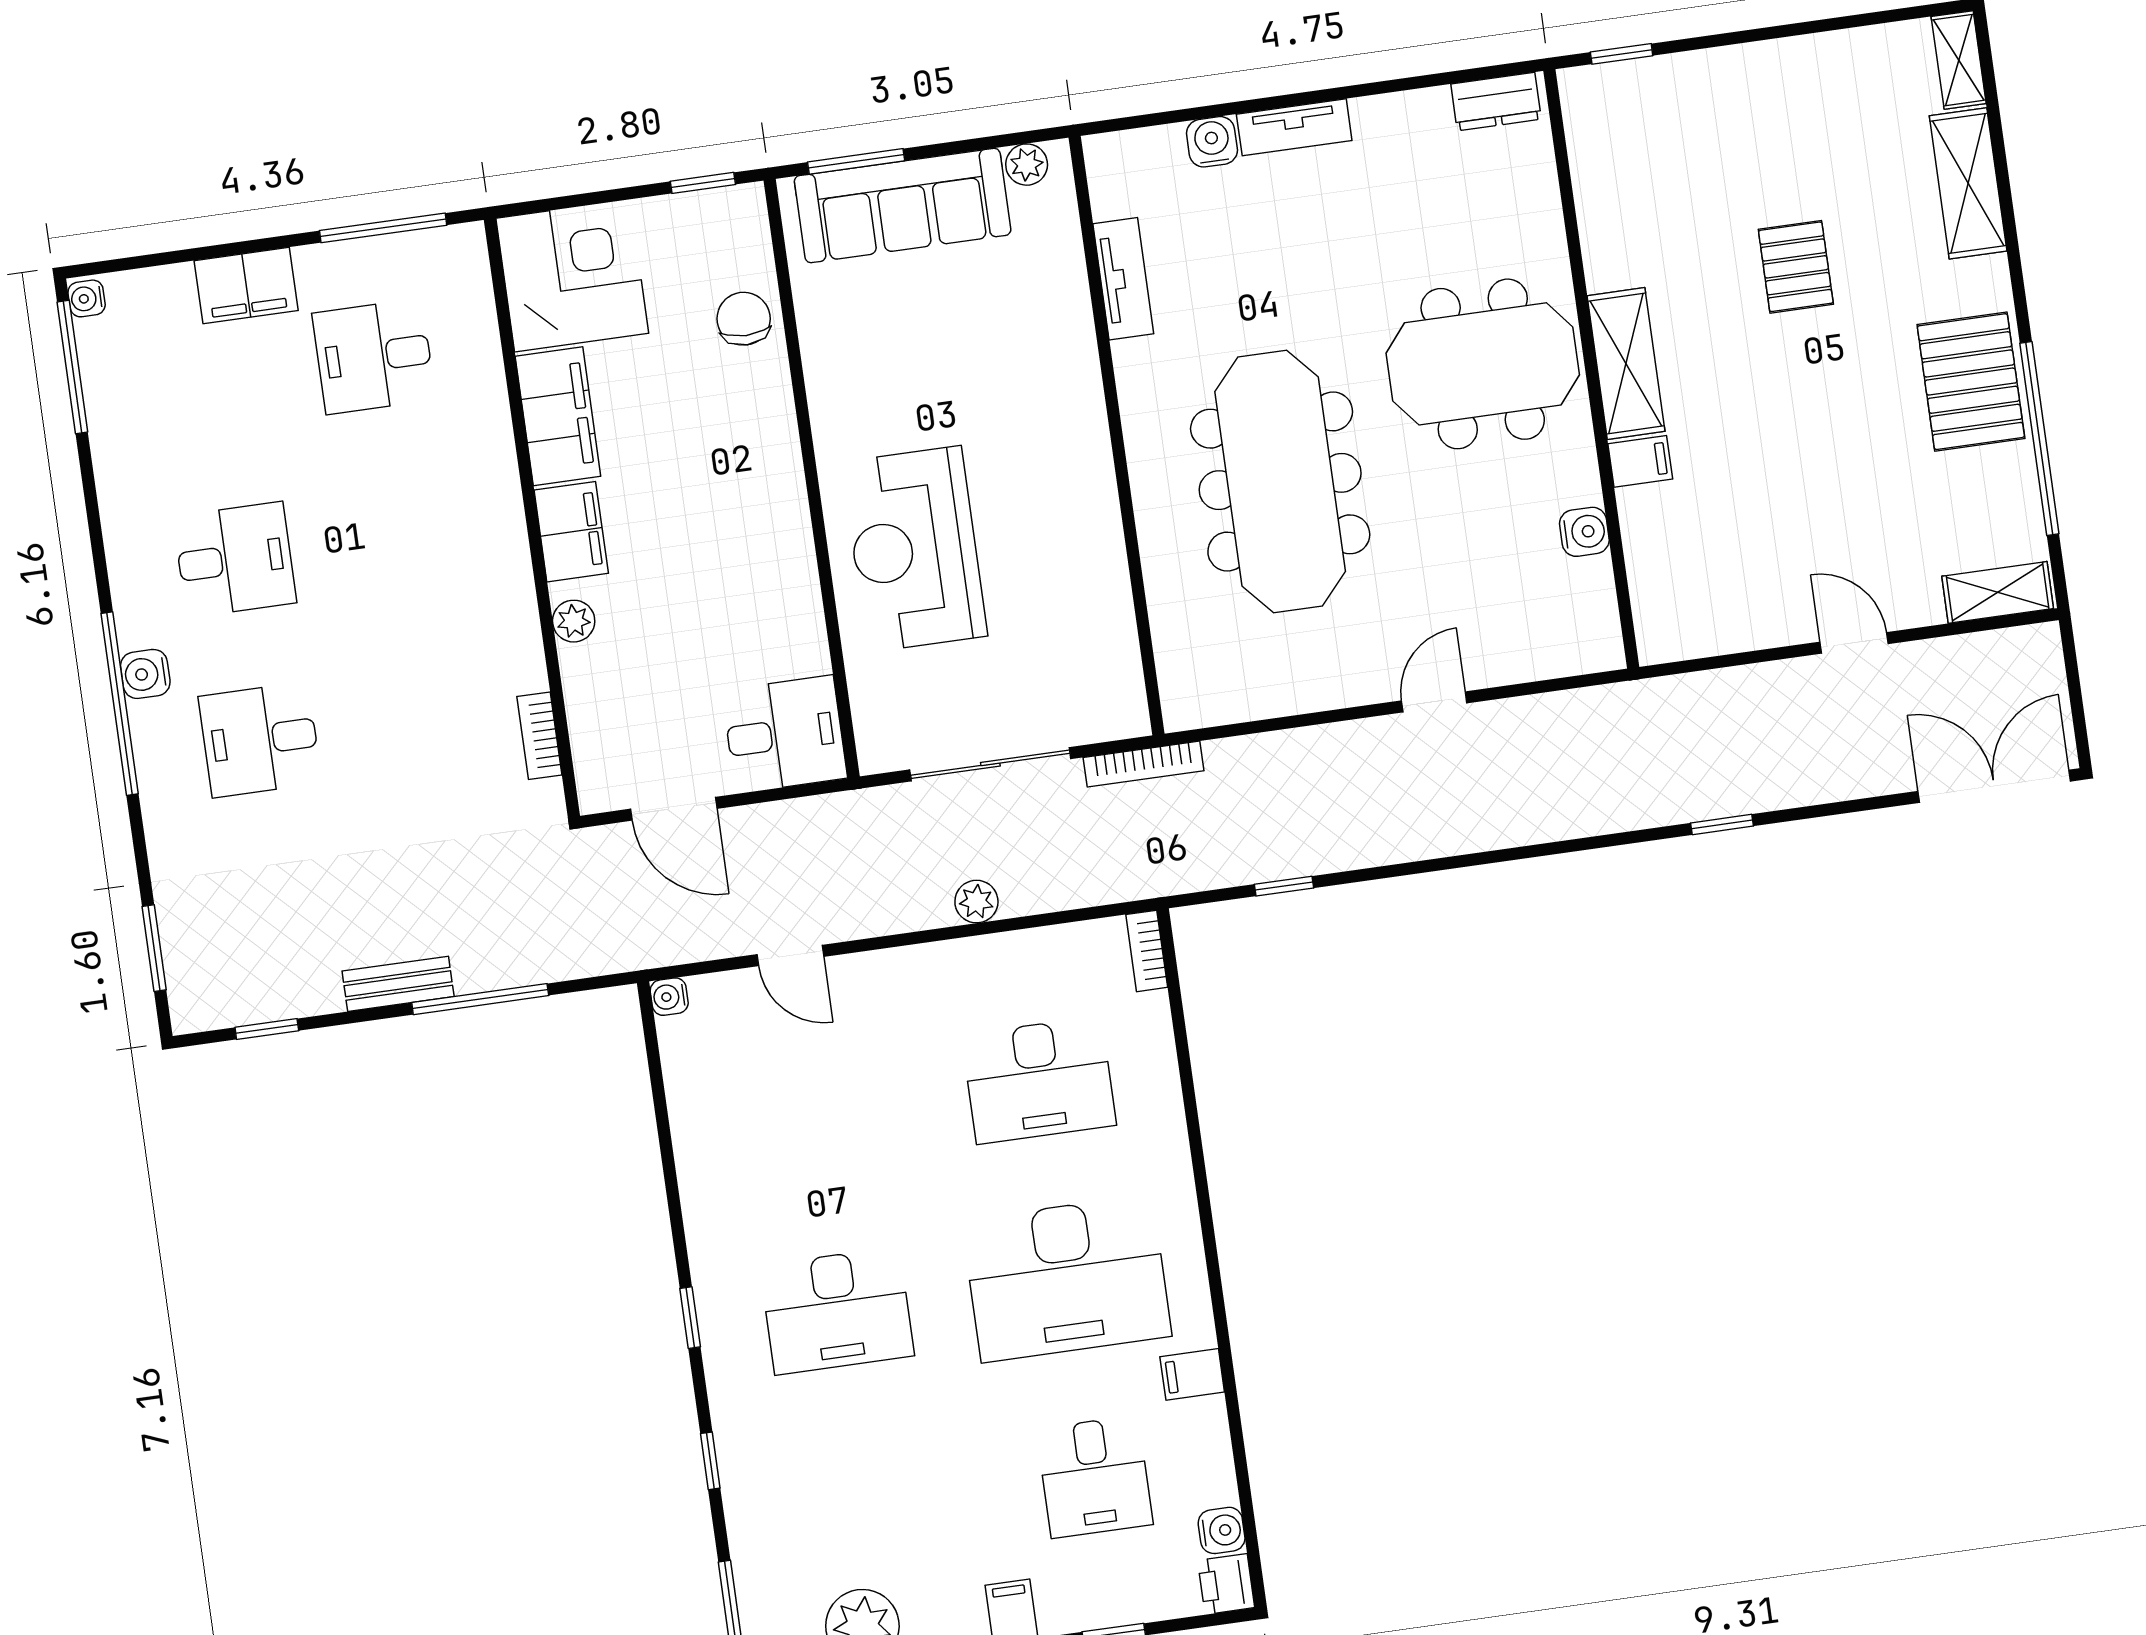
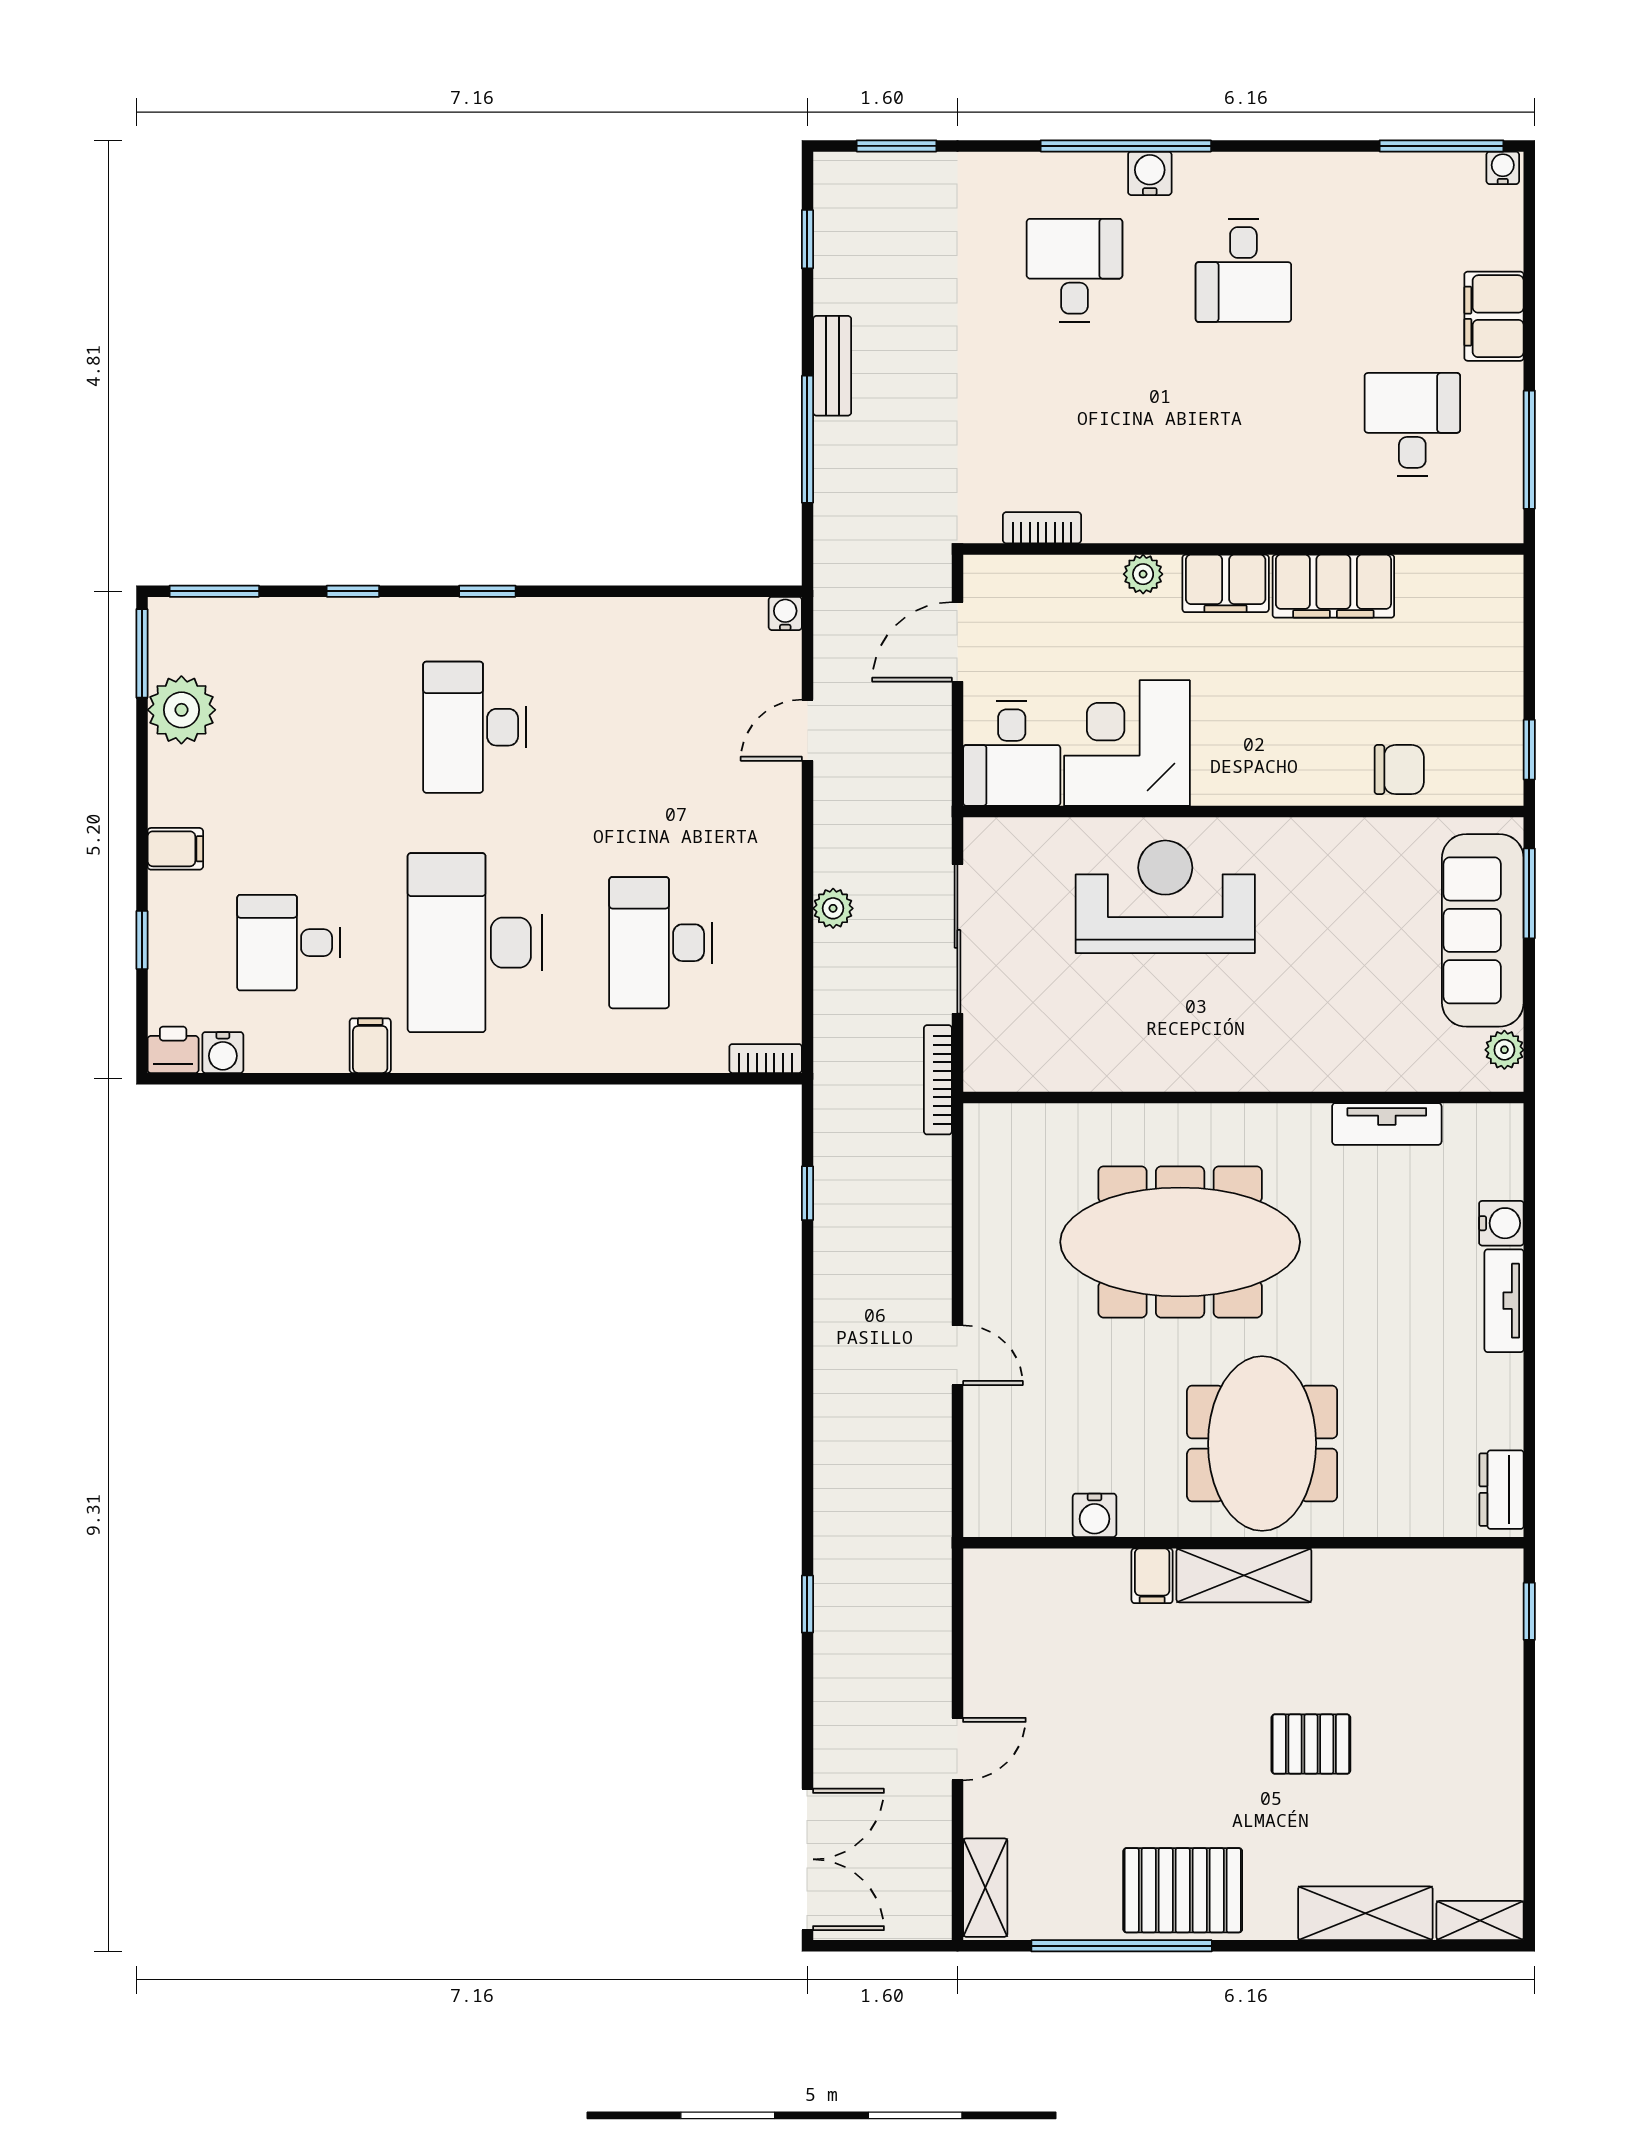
corner desk: (572, 276) -> (1127, 743), moved, turned 180

